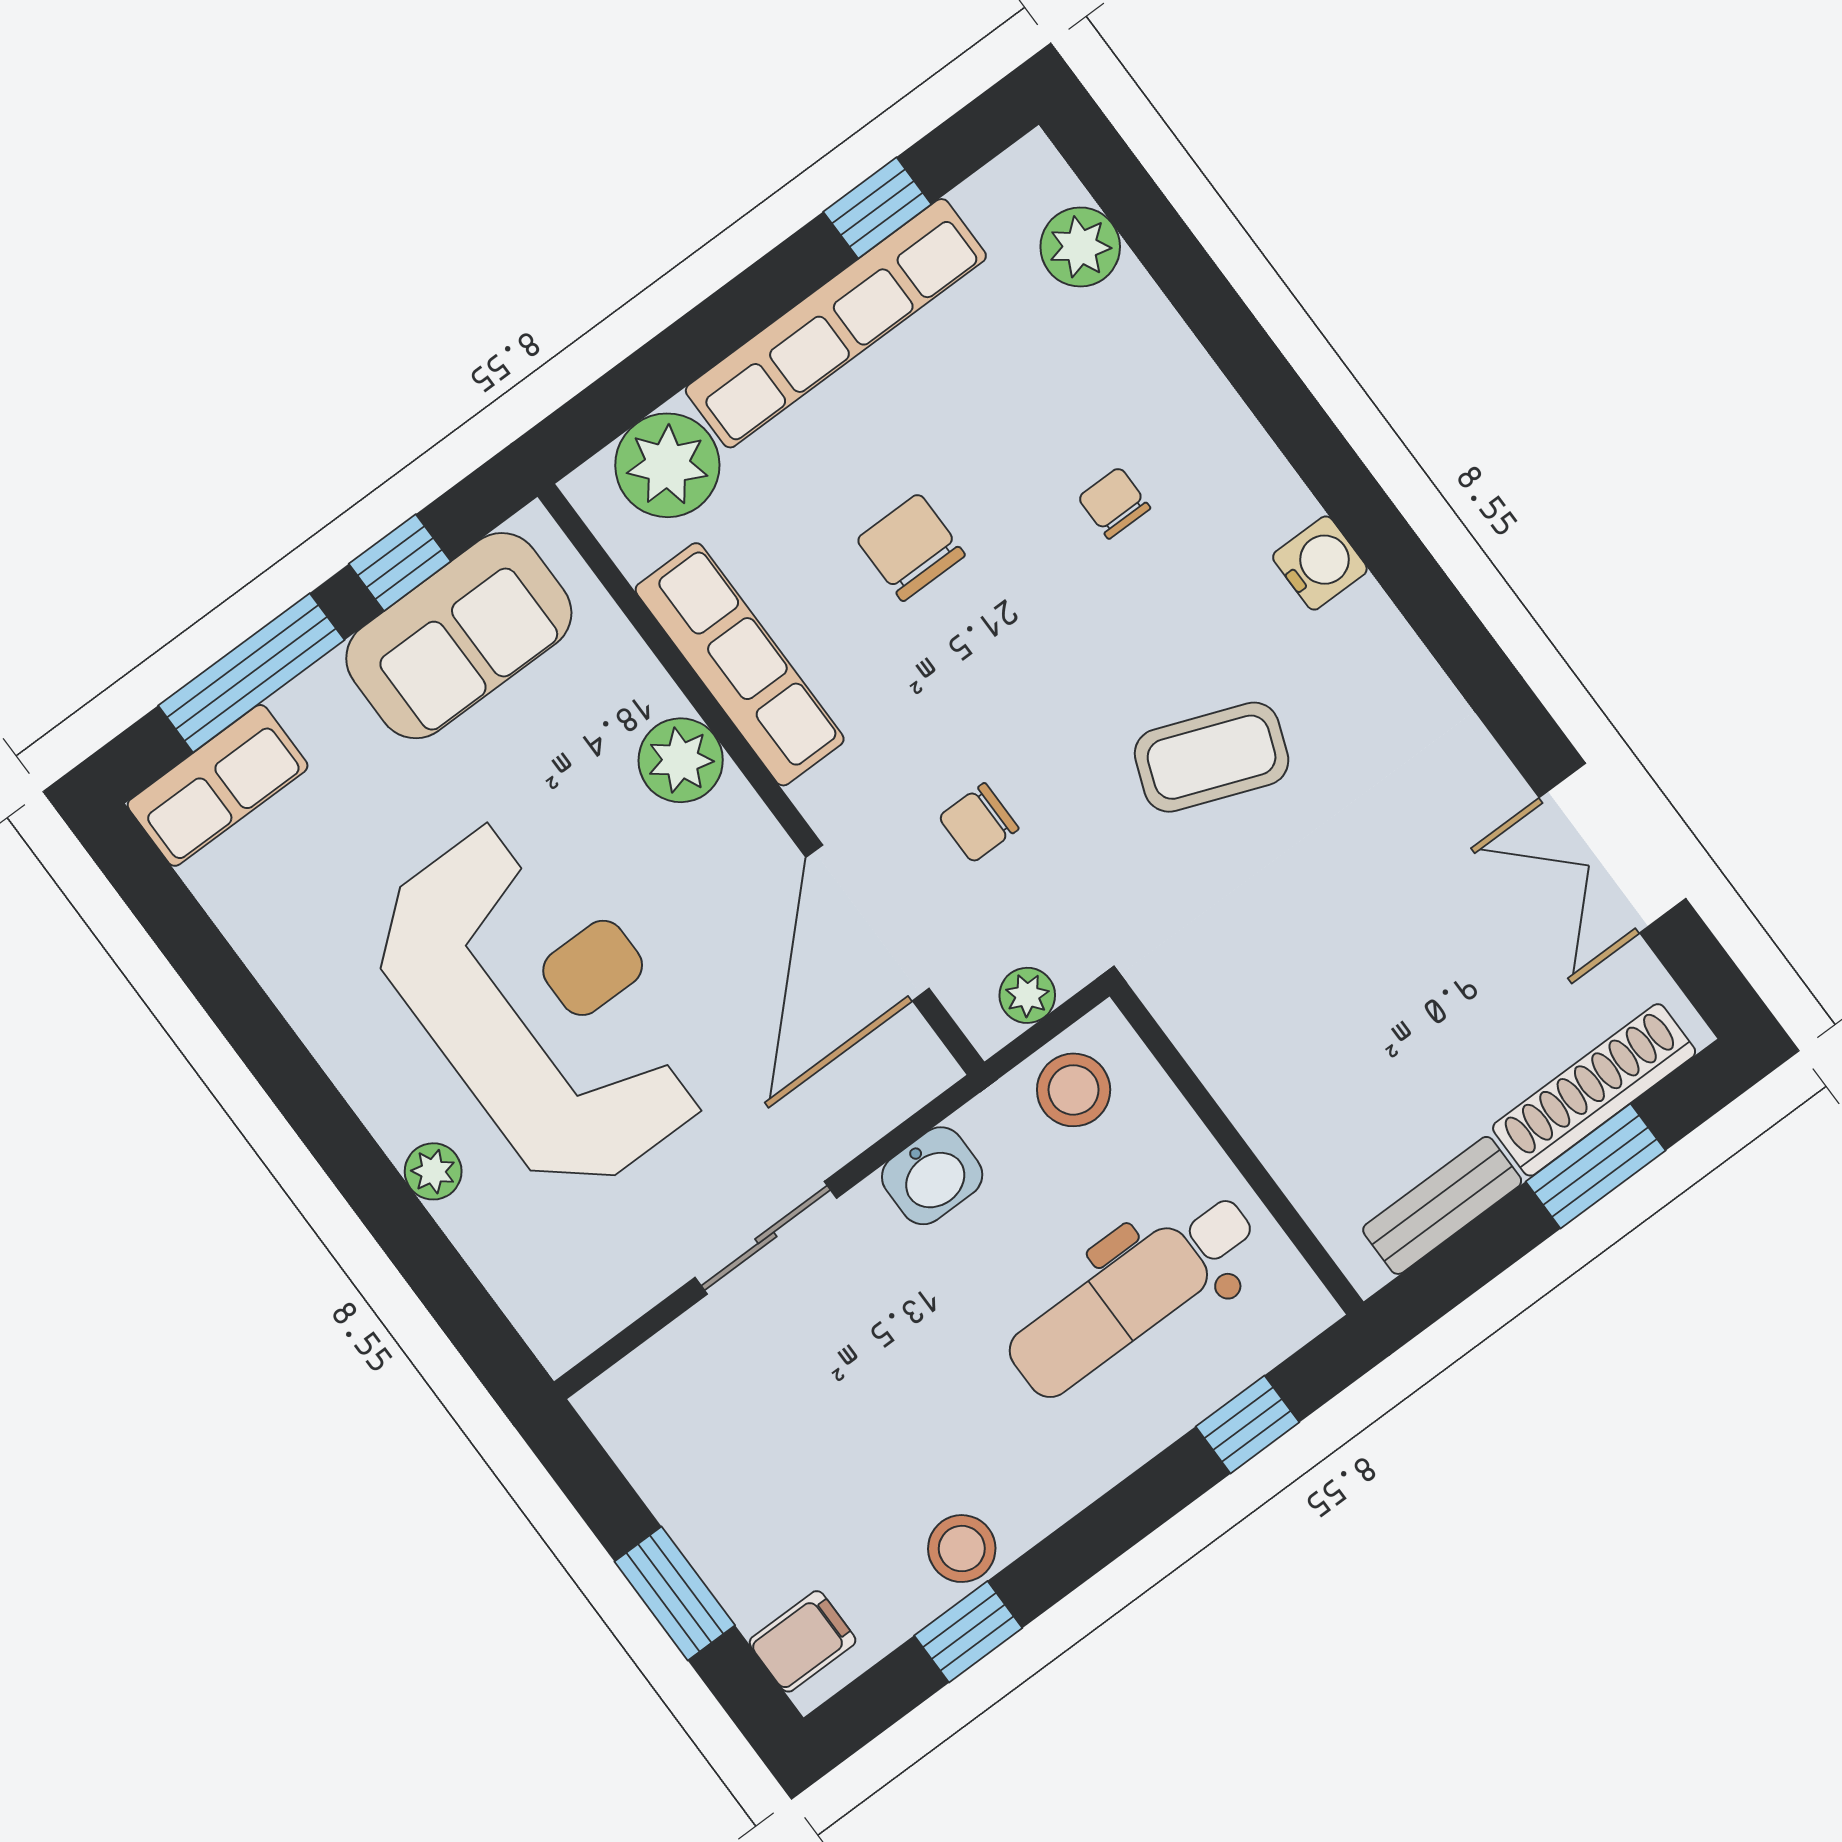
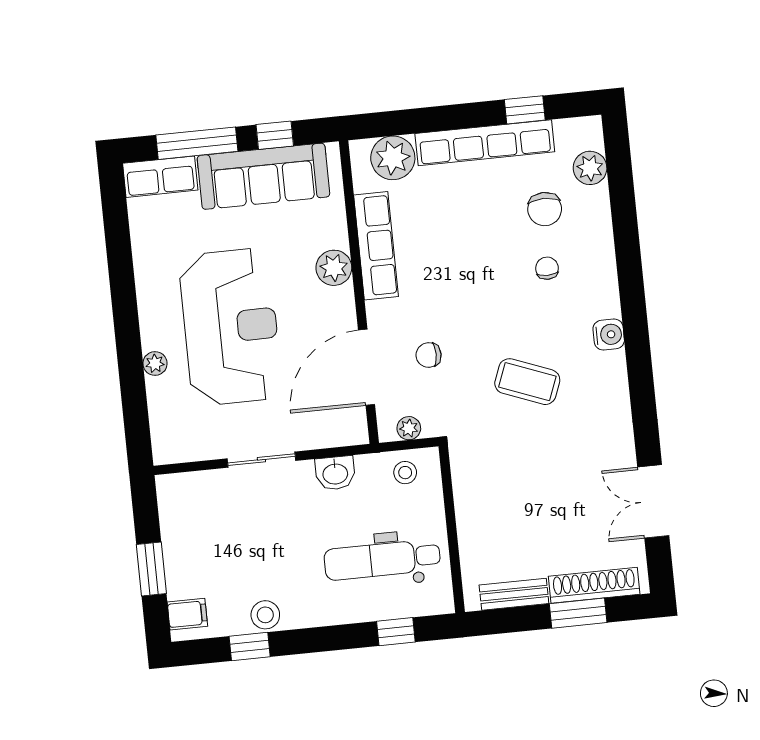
chair: (911, 547) -> (545, 209), moved, turned 180
sofa: (459, 636) -> (263, 176), width x1.36
stool: (1074, 1090) -> (405, 473), width x0.73, depth x0.73

